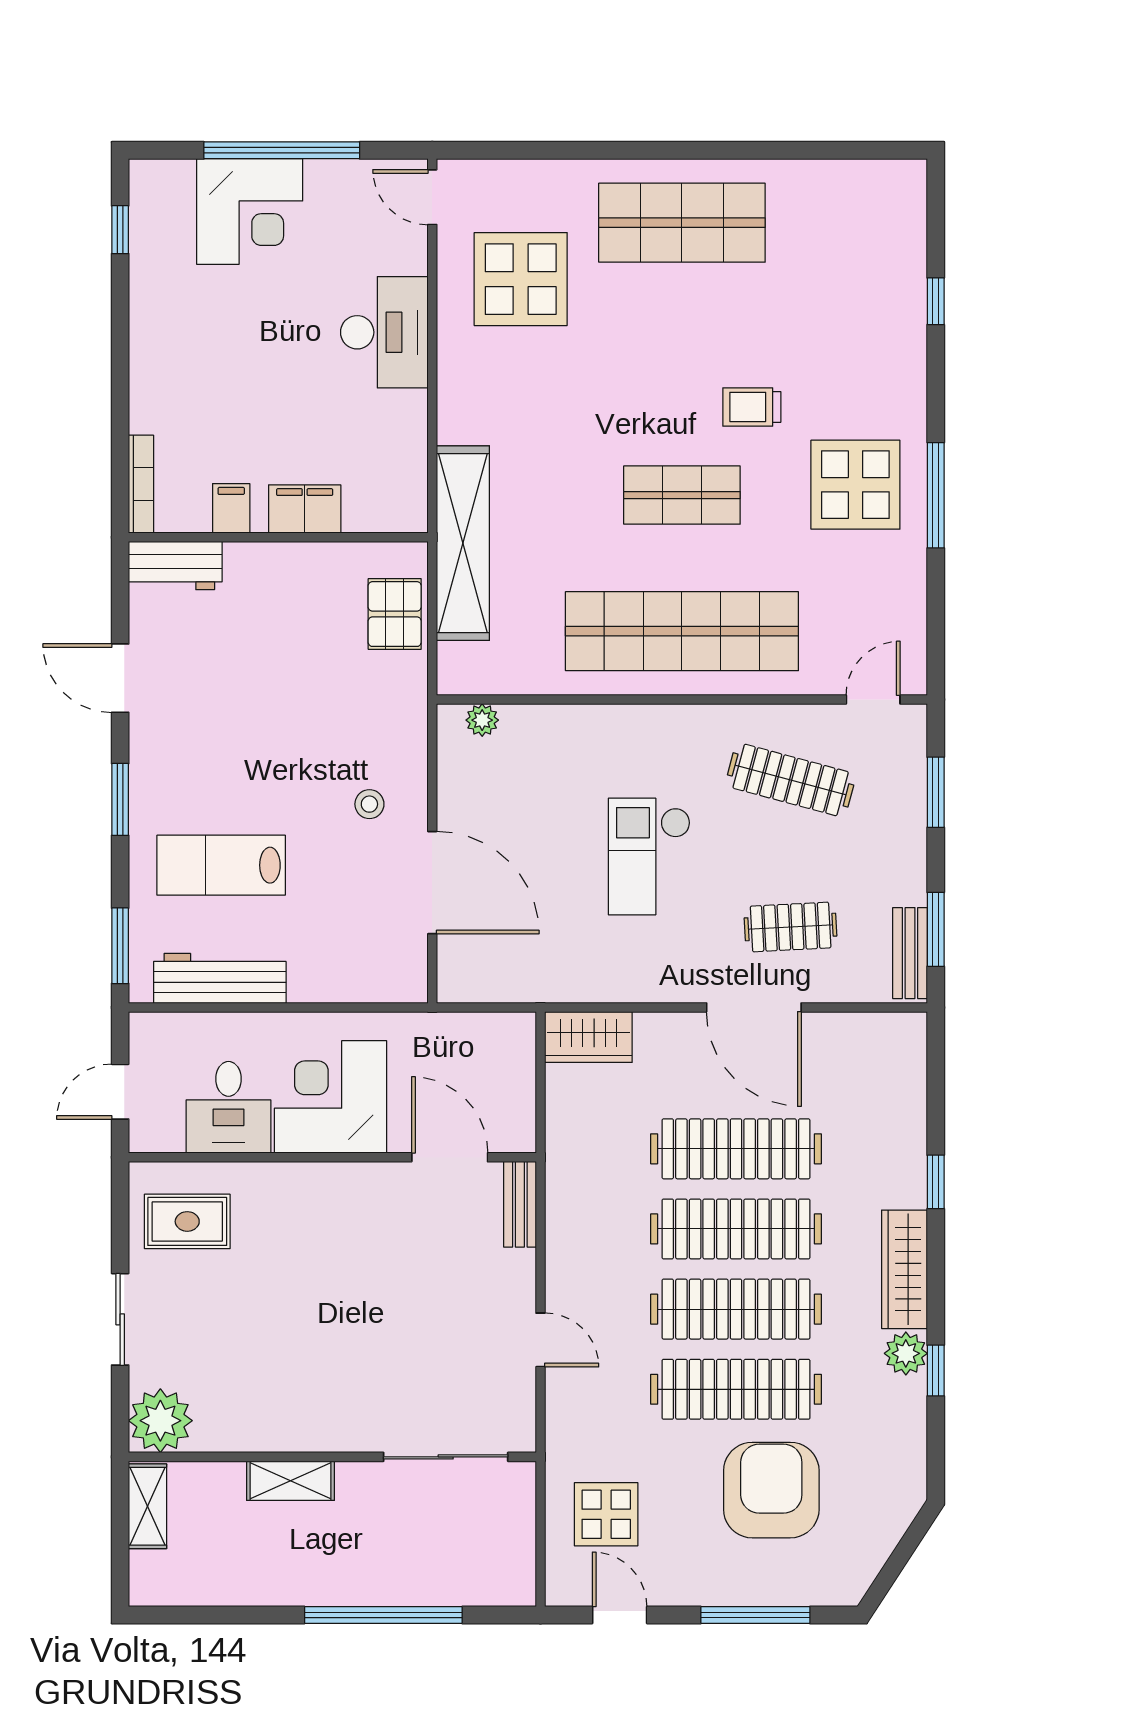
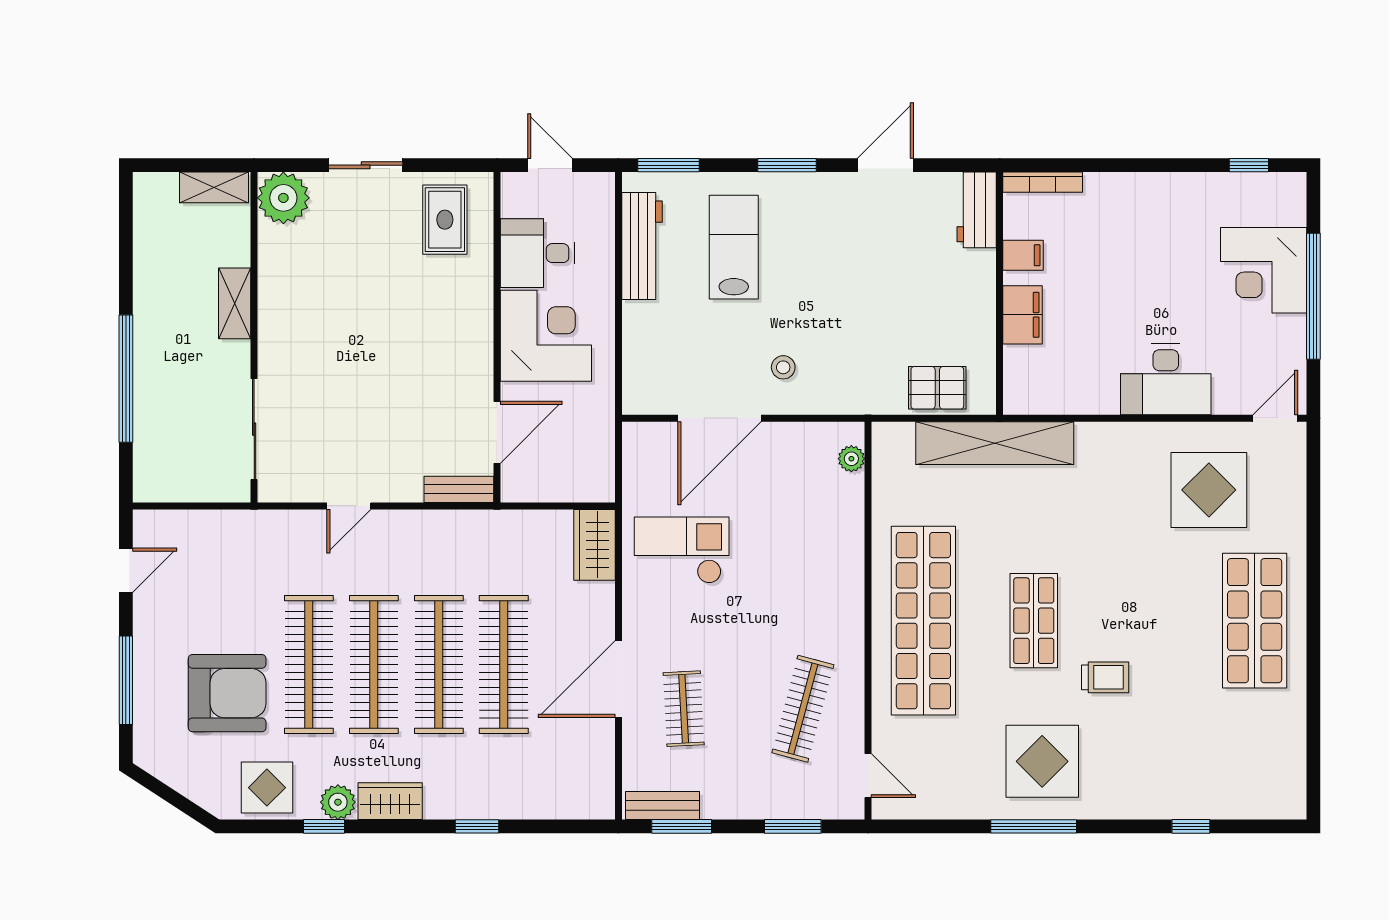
trolley: (752, 407) -> (1105, 677), turned 90
checkout: (649, 856) -> (682, 550), moved
wardrobe: (905, 1269) -> (390, 801), width x0.67
display table: (606, 1514) -> (267, 788), moved

